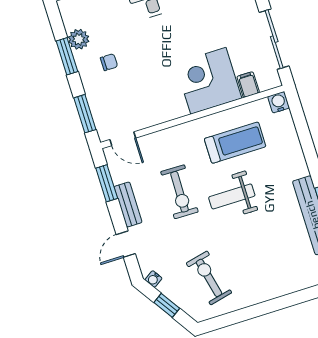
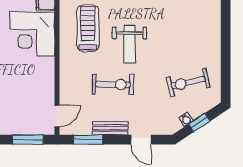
water cooler: (153, 279) -> (186, 119), moved

